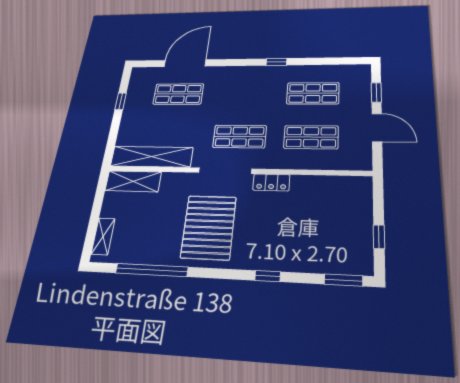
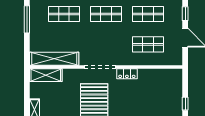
window: (120, 101) -> (27, 19), width x2.17
shop shelf: (240, 137) -> (106, 14), moved

